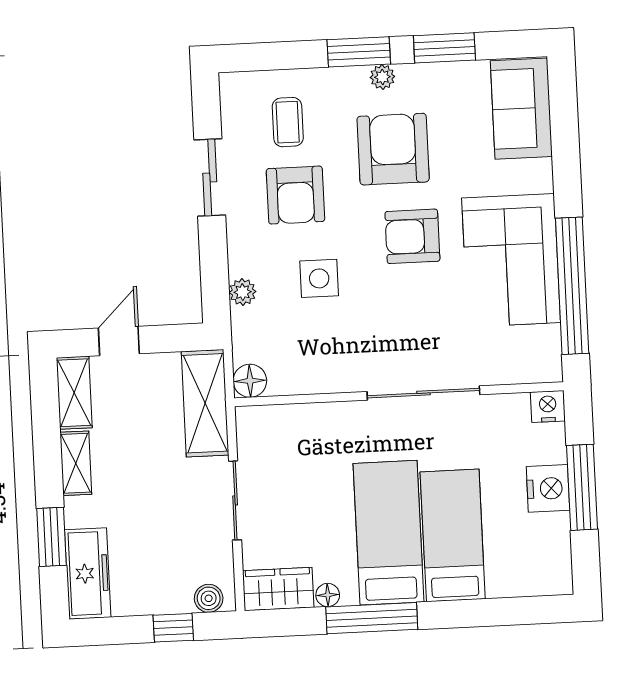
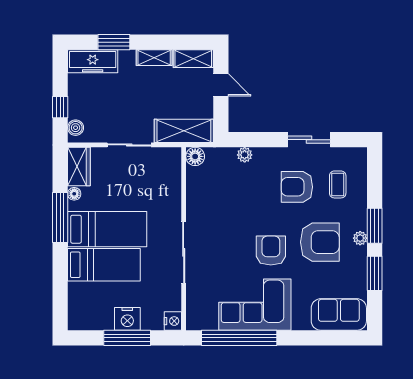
coffee table: (288, 122) -> (338, 184), turned 90
side table: (319, 278) -> (250, 198), removed

